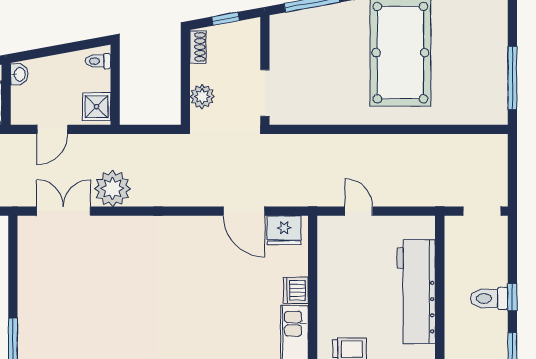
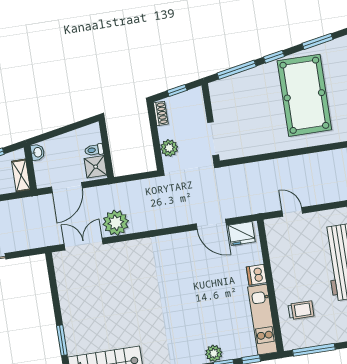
toilet: (98, 61) -> (94, 150), moved
door: (52, 129) -> (67, 188), width x1.38

